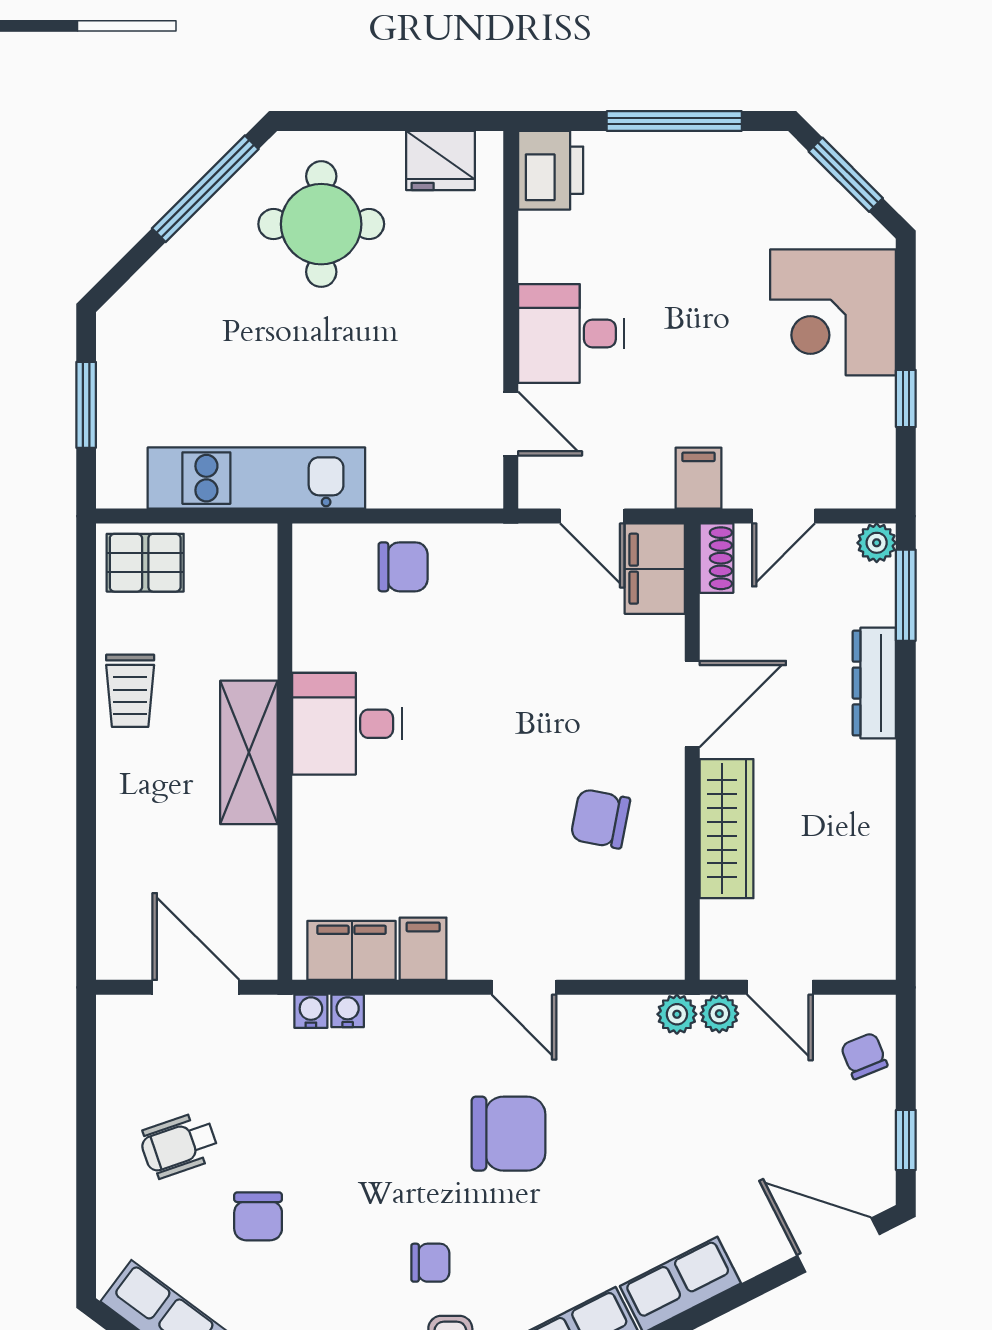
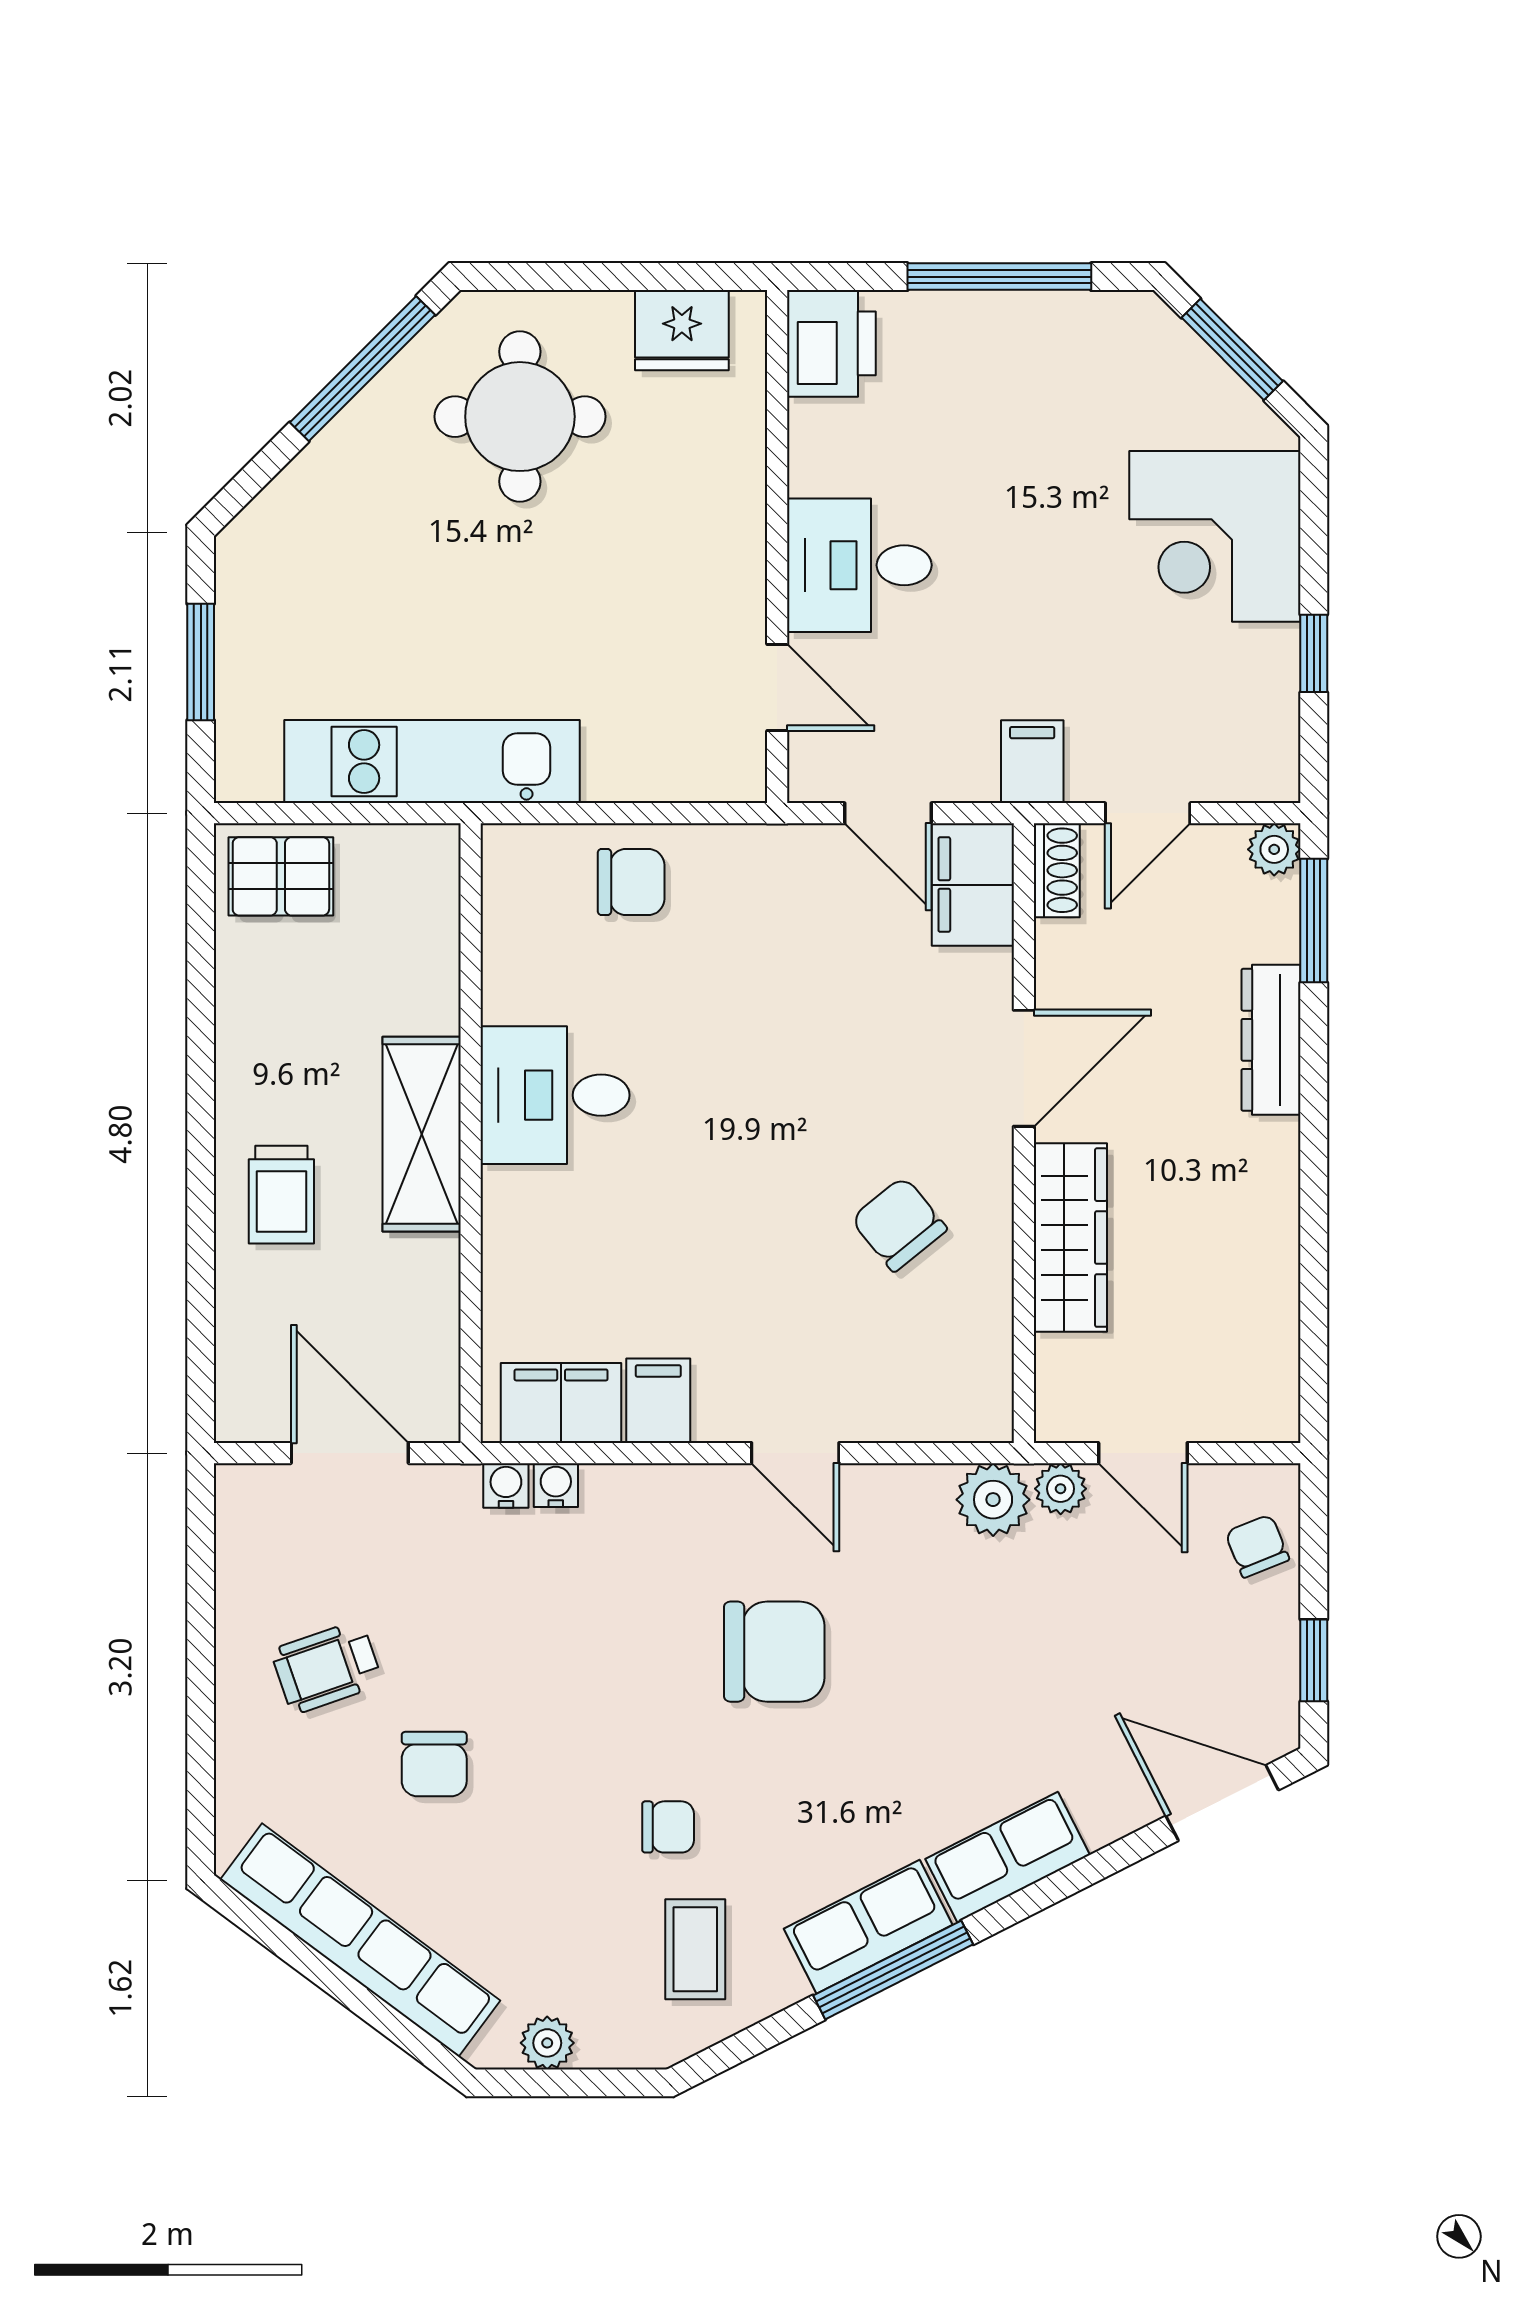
trolley: (130, 691) -> (281, 1195), moved
chair: (600, 819) -> (899, 1224), turned 40
plant: (677, 1014) -> (993, 1500), width x1.38, depth x1.38

